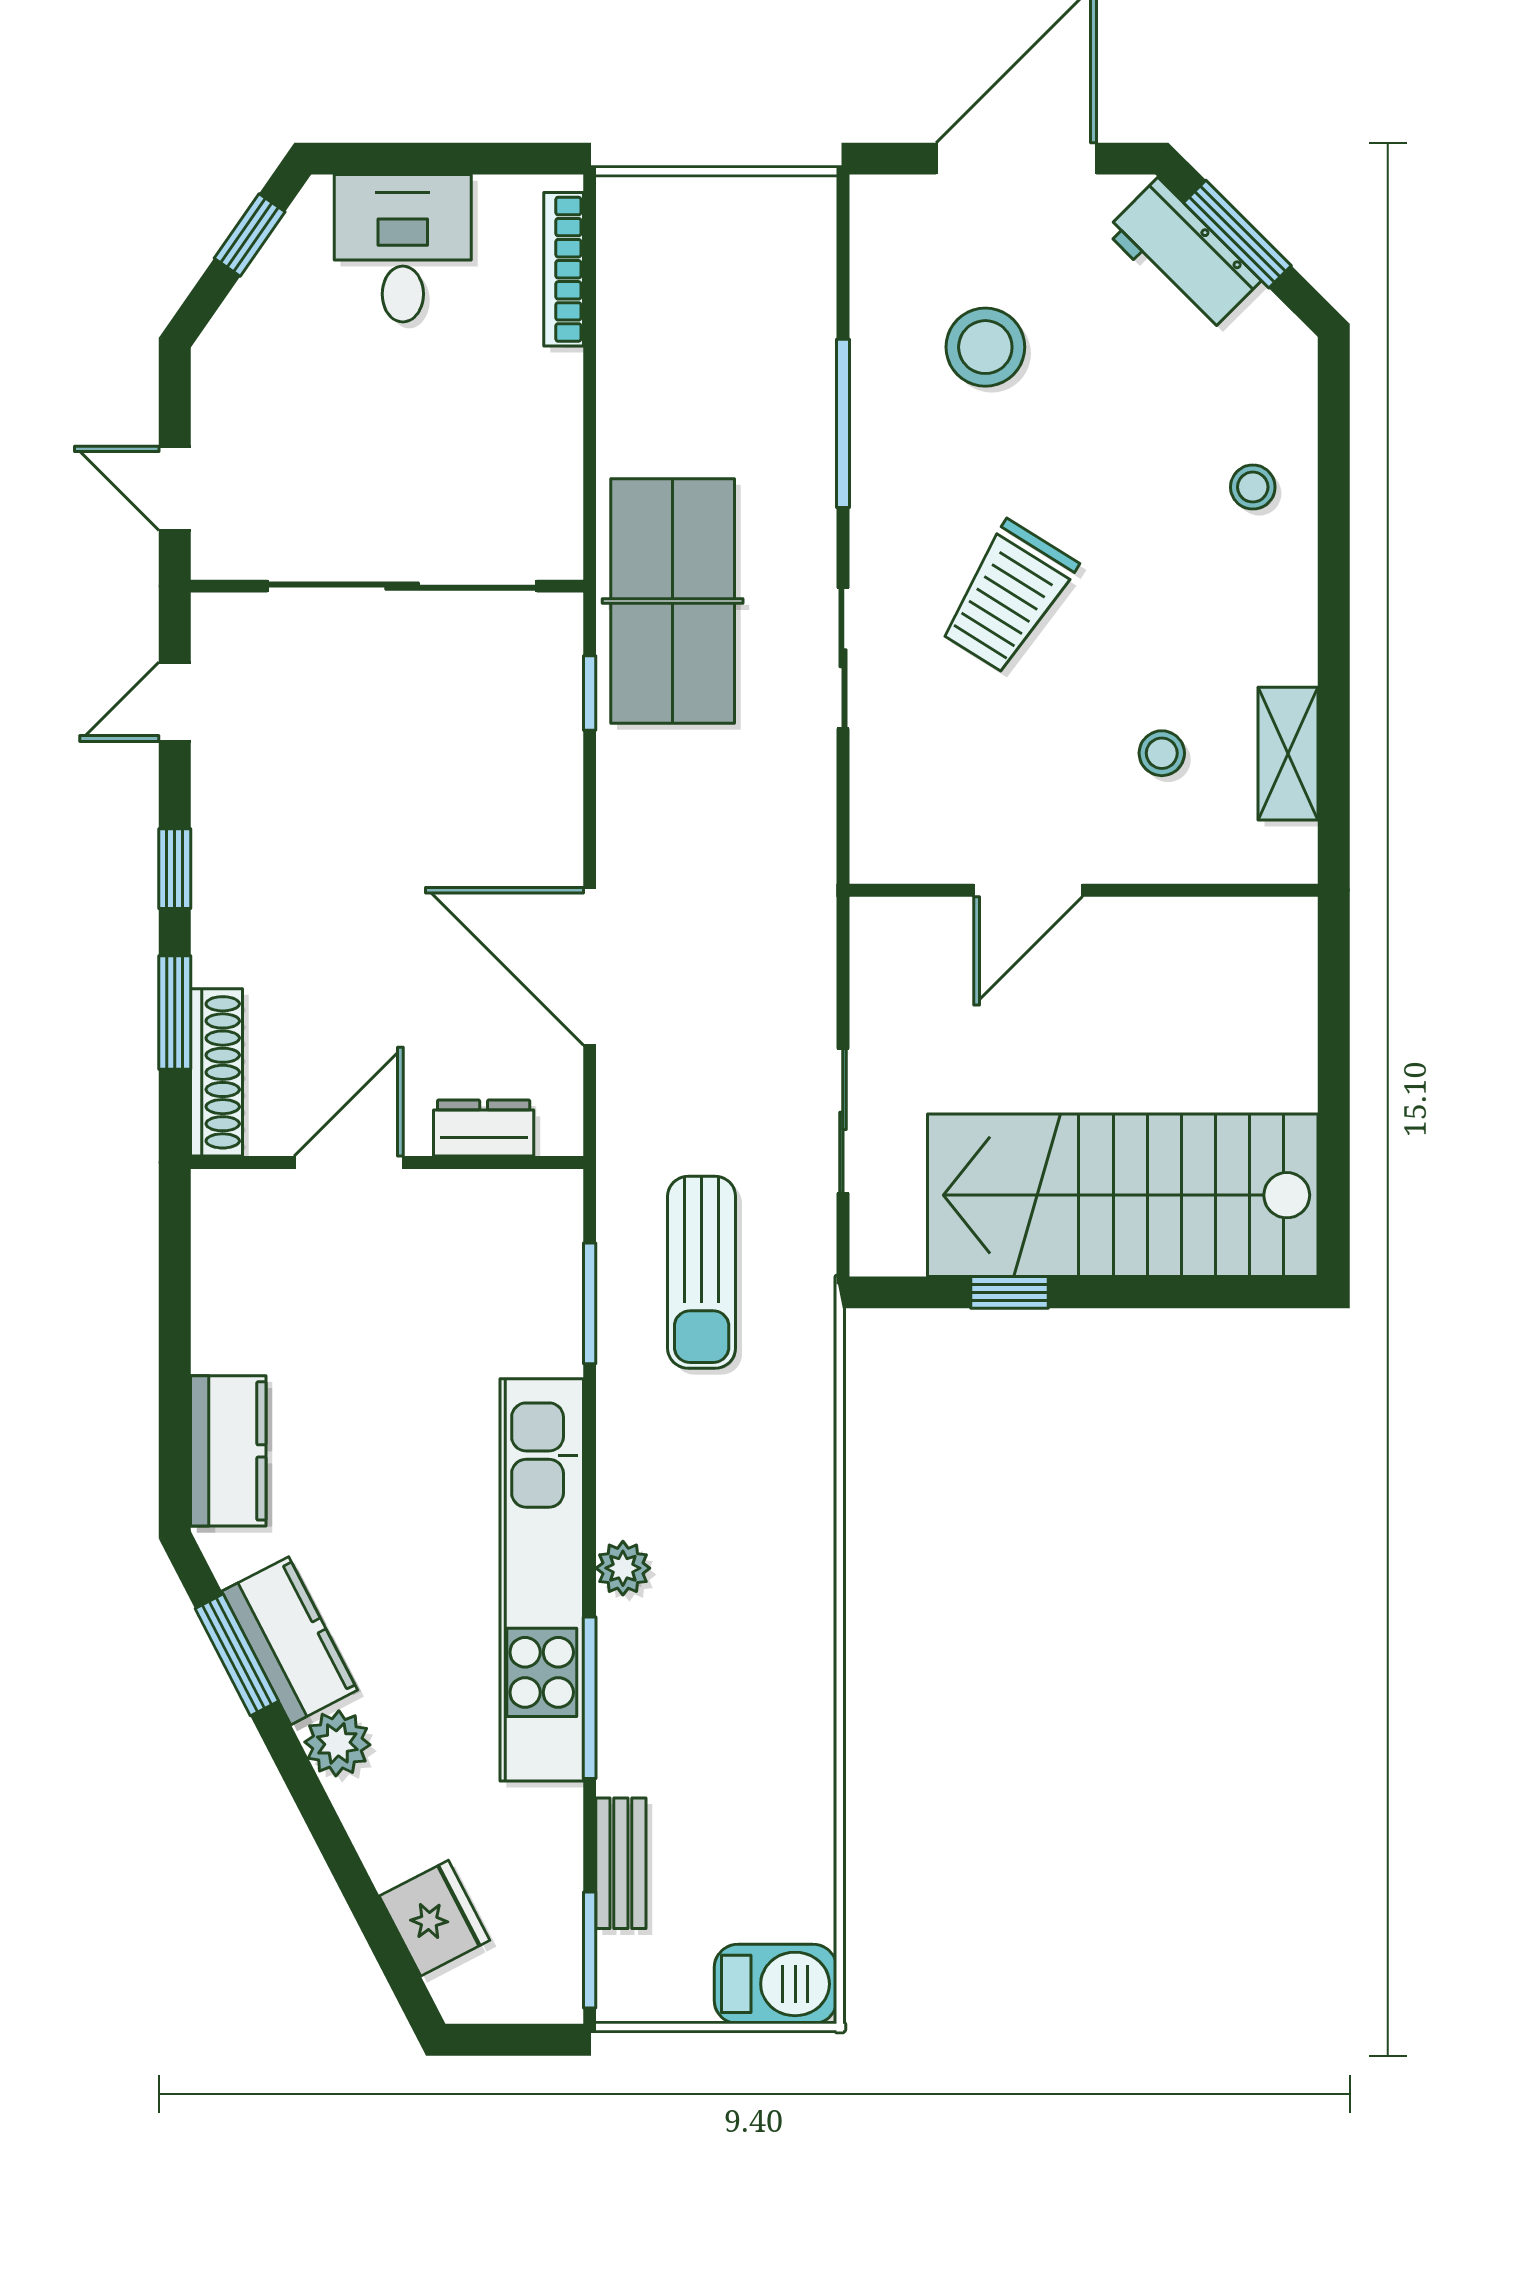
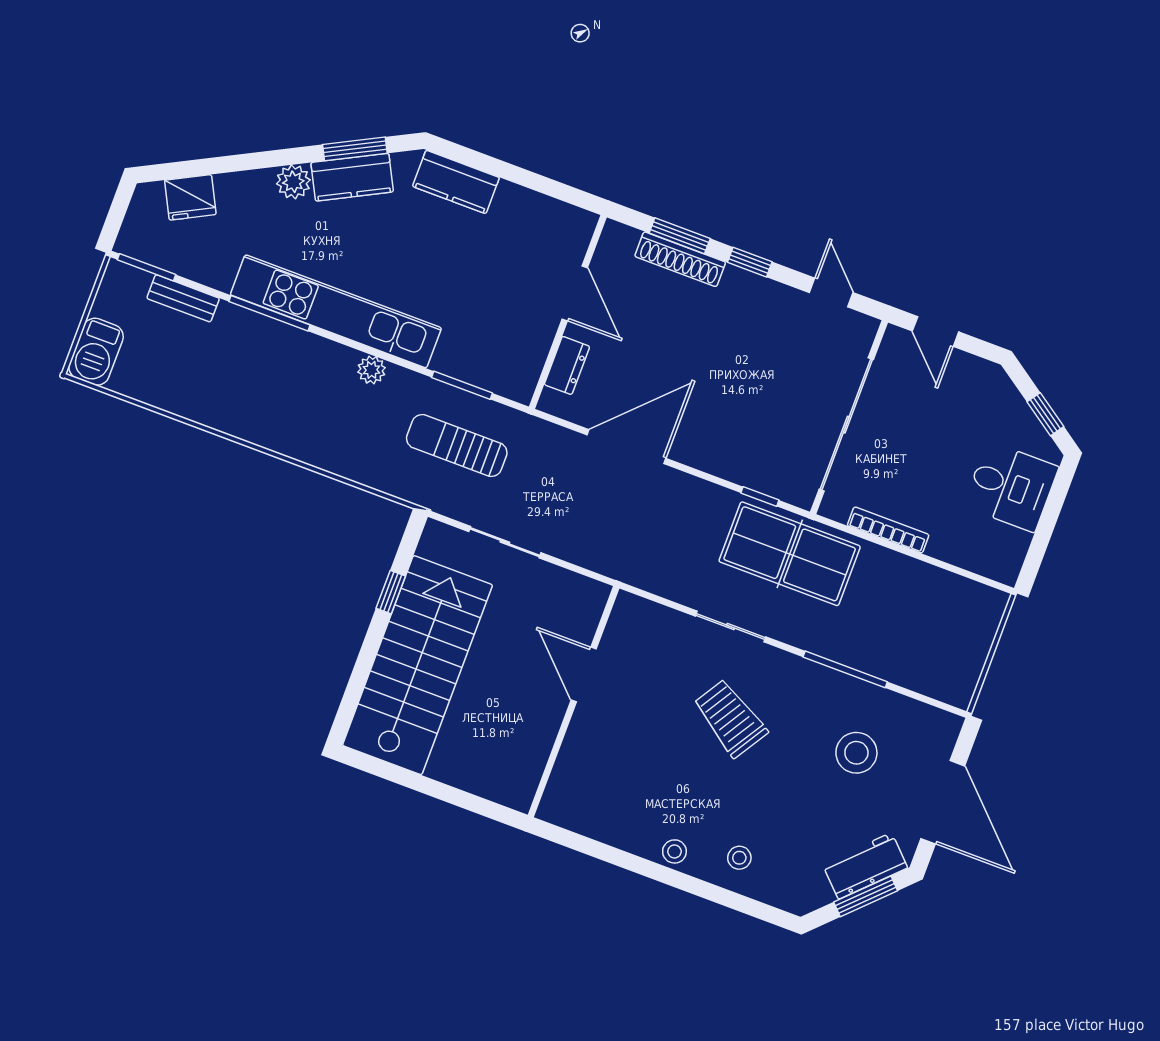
bookcase: (564, 269) -> (888, 530), moved
door: (175, 488) -> (935, 331), swing flipped
stool: (1162, 753) -> (674, 851), moved
shelving: (1288, 754) -> (603, 826), removed
shoe rack: (216, 1072) -> (680, 259), moved
plant: (623, 1568) -> (372, 370), moved

